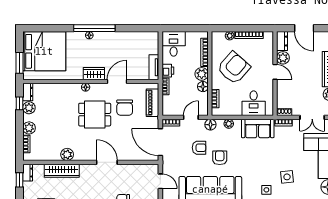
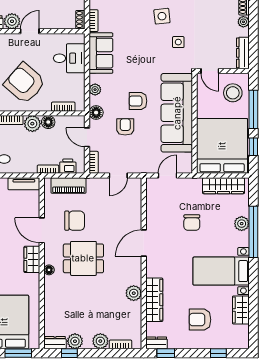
printer: (168, 71) -> (68, 166), moved
dining table: (95, 115) -> (83, 258), turned 90
door: (160, 142) -> (118, 176), width x0.53

